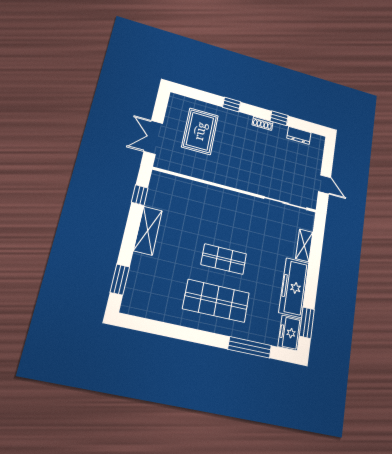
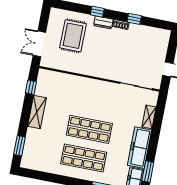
dresser: (299, 135) -> (103, 22), moved
shop shelf: (224, 259) -> (89, 129), width x1.43, depth x1.36

